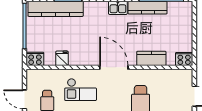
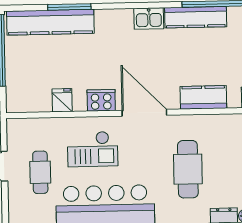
cooker: (35, 59) -> (101, 100), moved

